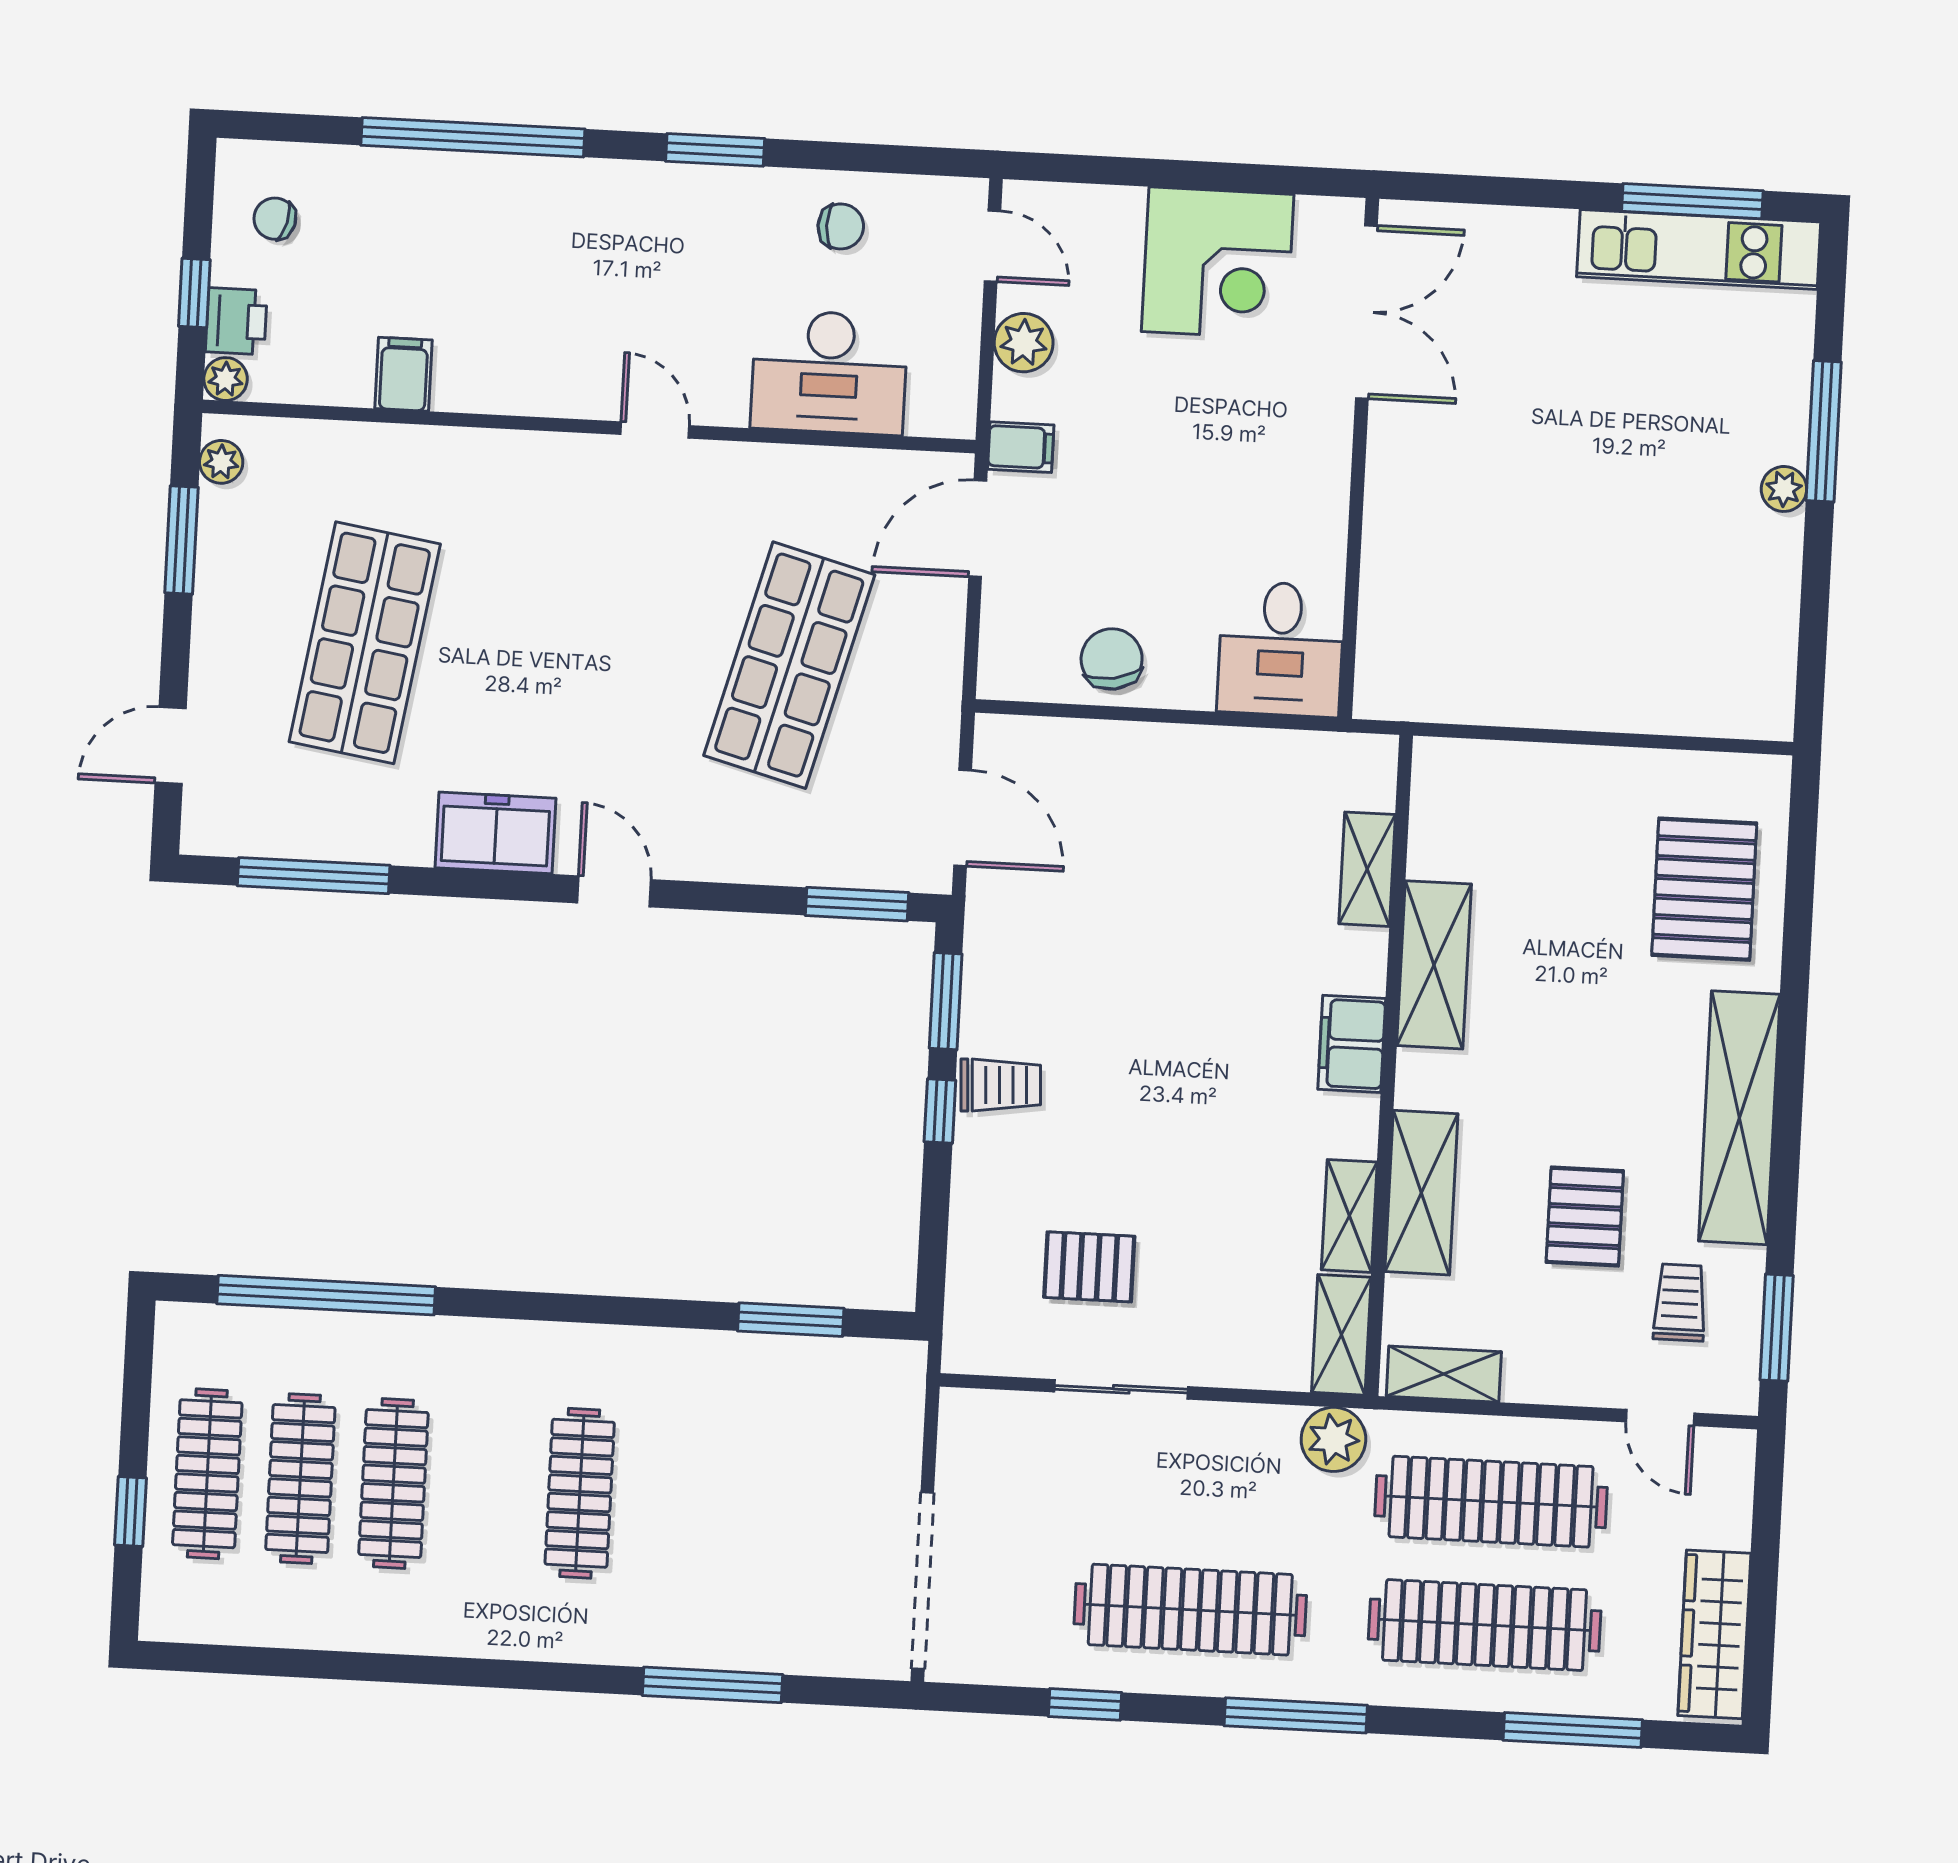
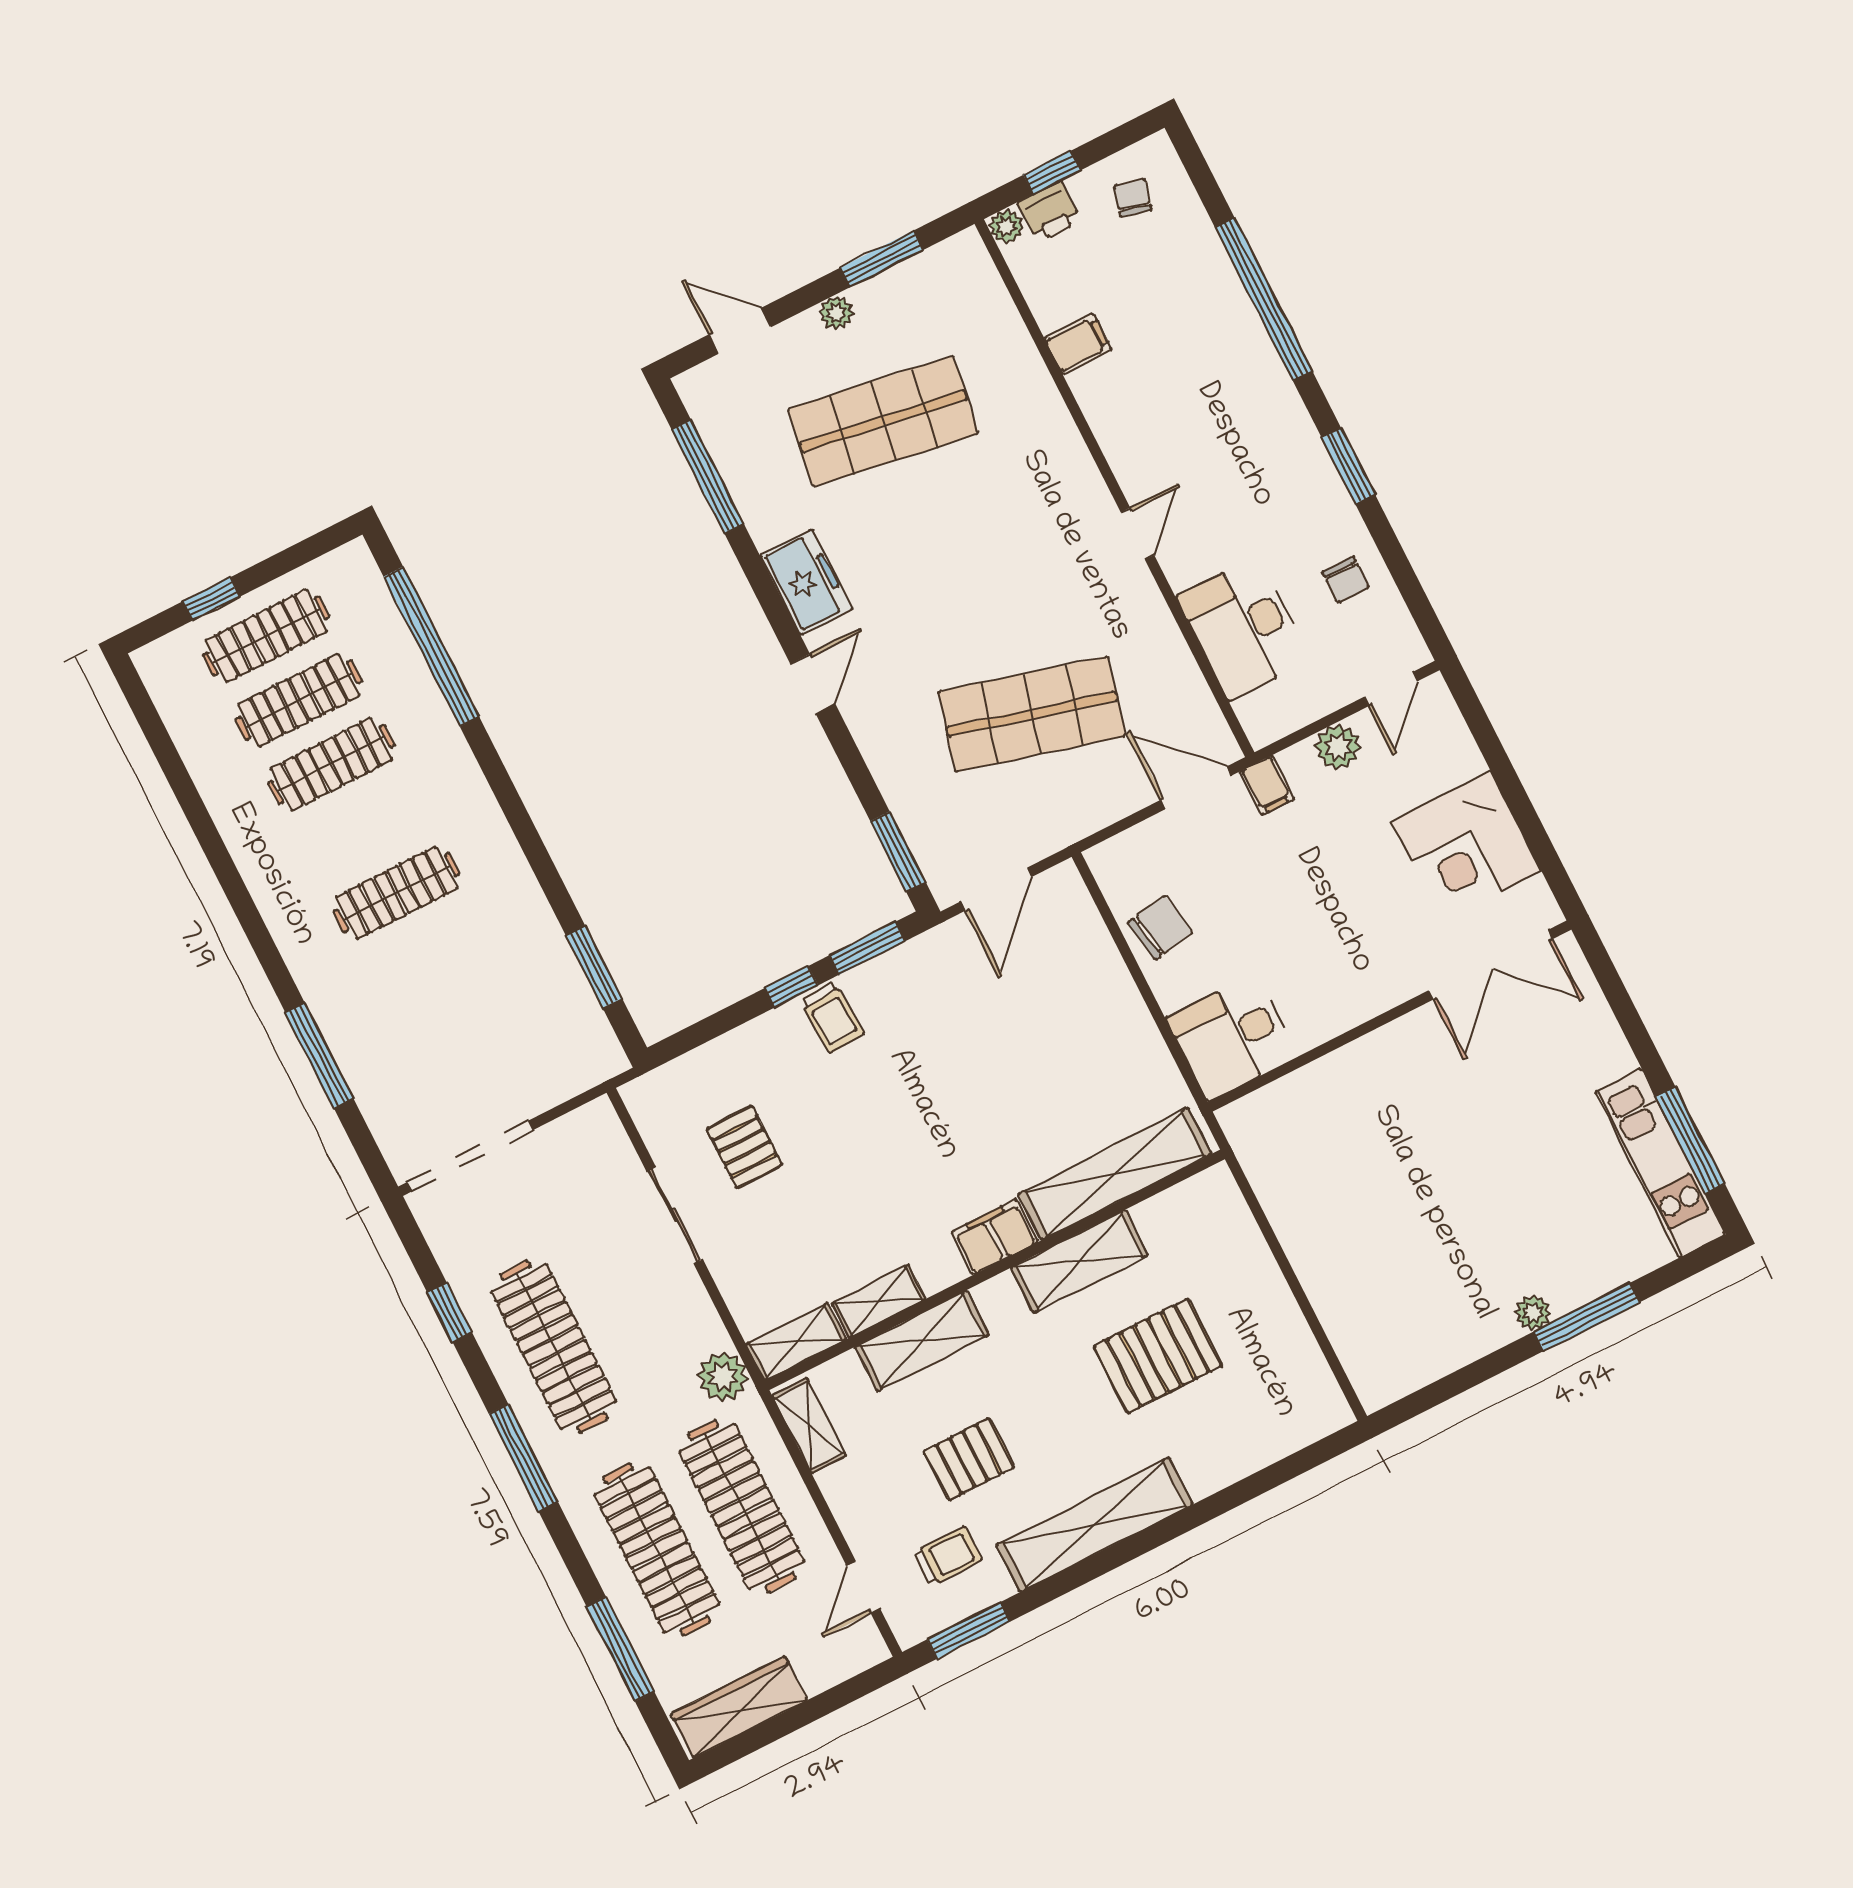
plant: (221, 462) -> (836, 313), moved
shelving: (1367, 869) -> (1115, 1174), width x2.20, depth x1.33
pallet: (1704, 889) -> (1158, 1356), moved

